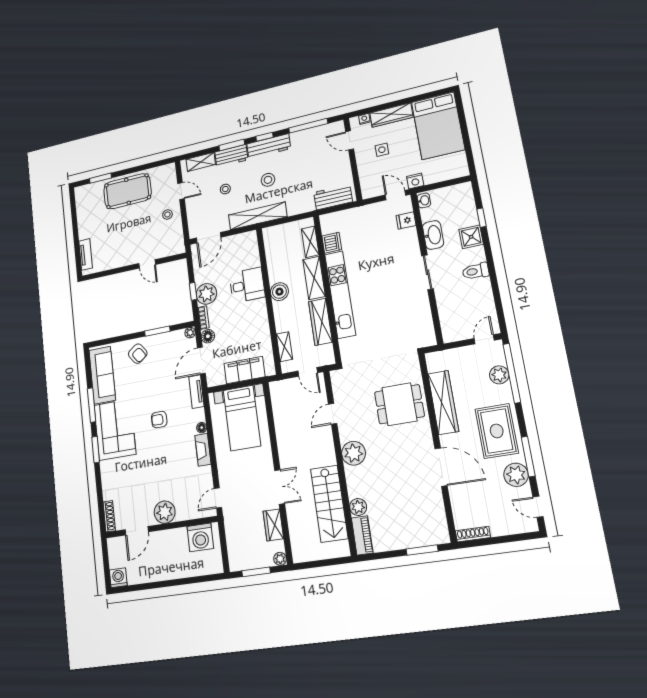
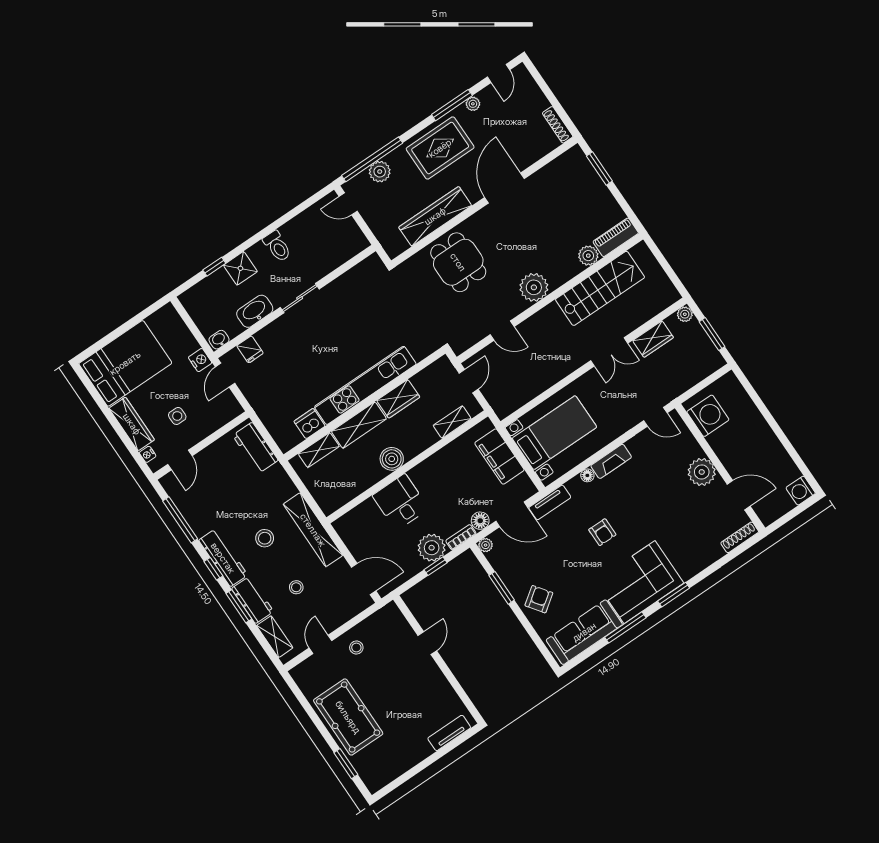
wardrobe: (320, 322) -> (398, 399), width x0.67
plant: (516, 475) -> (473, 104), width x0.53, depth x0.53
double door: (280, 487) -> (609, 352), swing flipped

